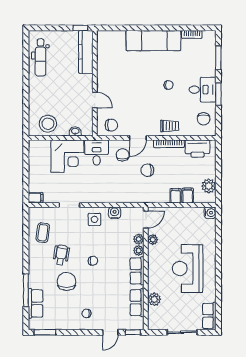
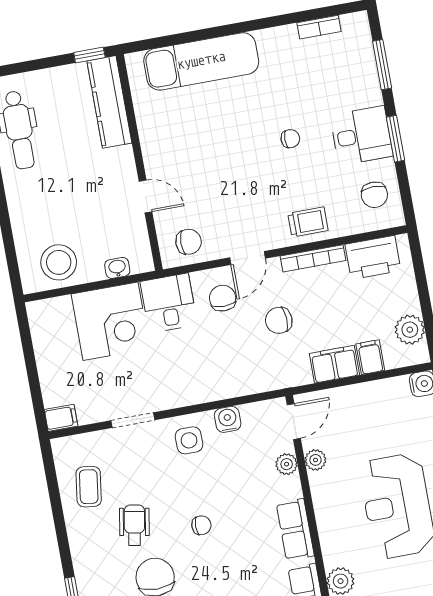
exam couch: (153, 41) -> (201, 61), moved
filing cabinet: (175, 196) -> (334, 364), width x2.00
plant: (139, 250) -> (291, 487), removed

